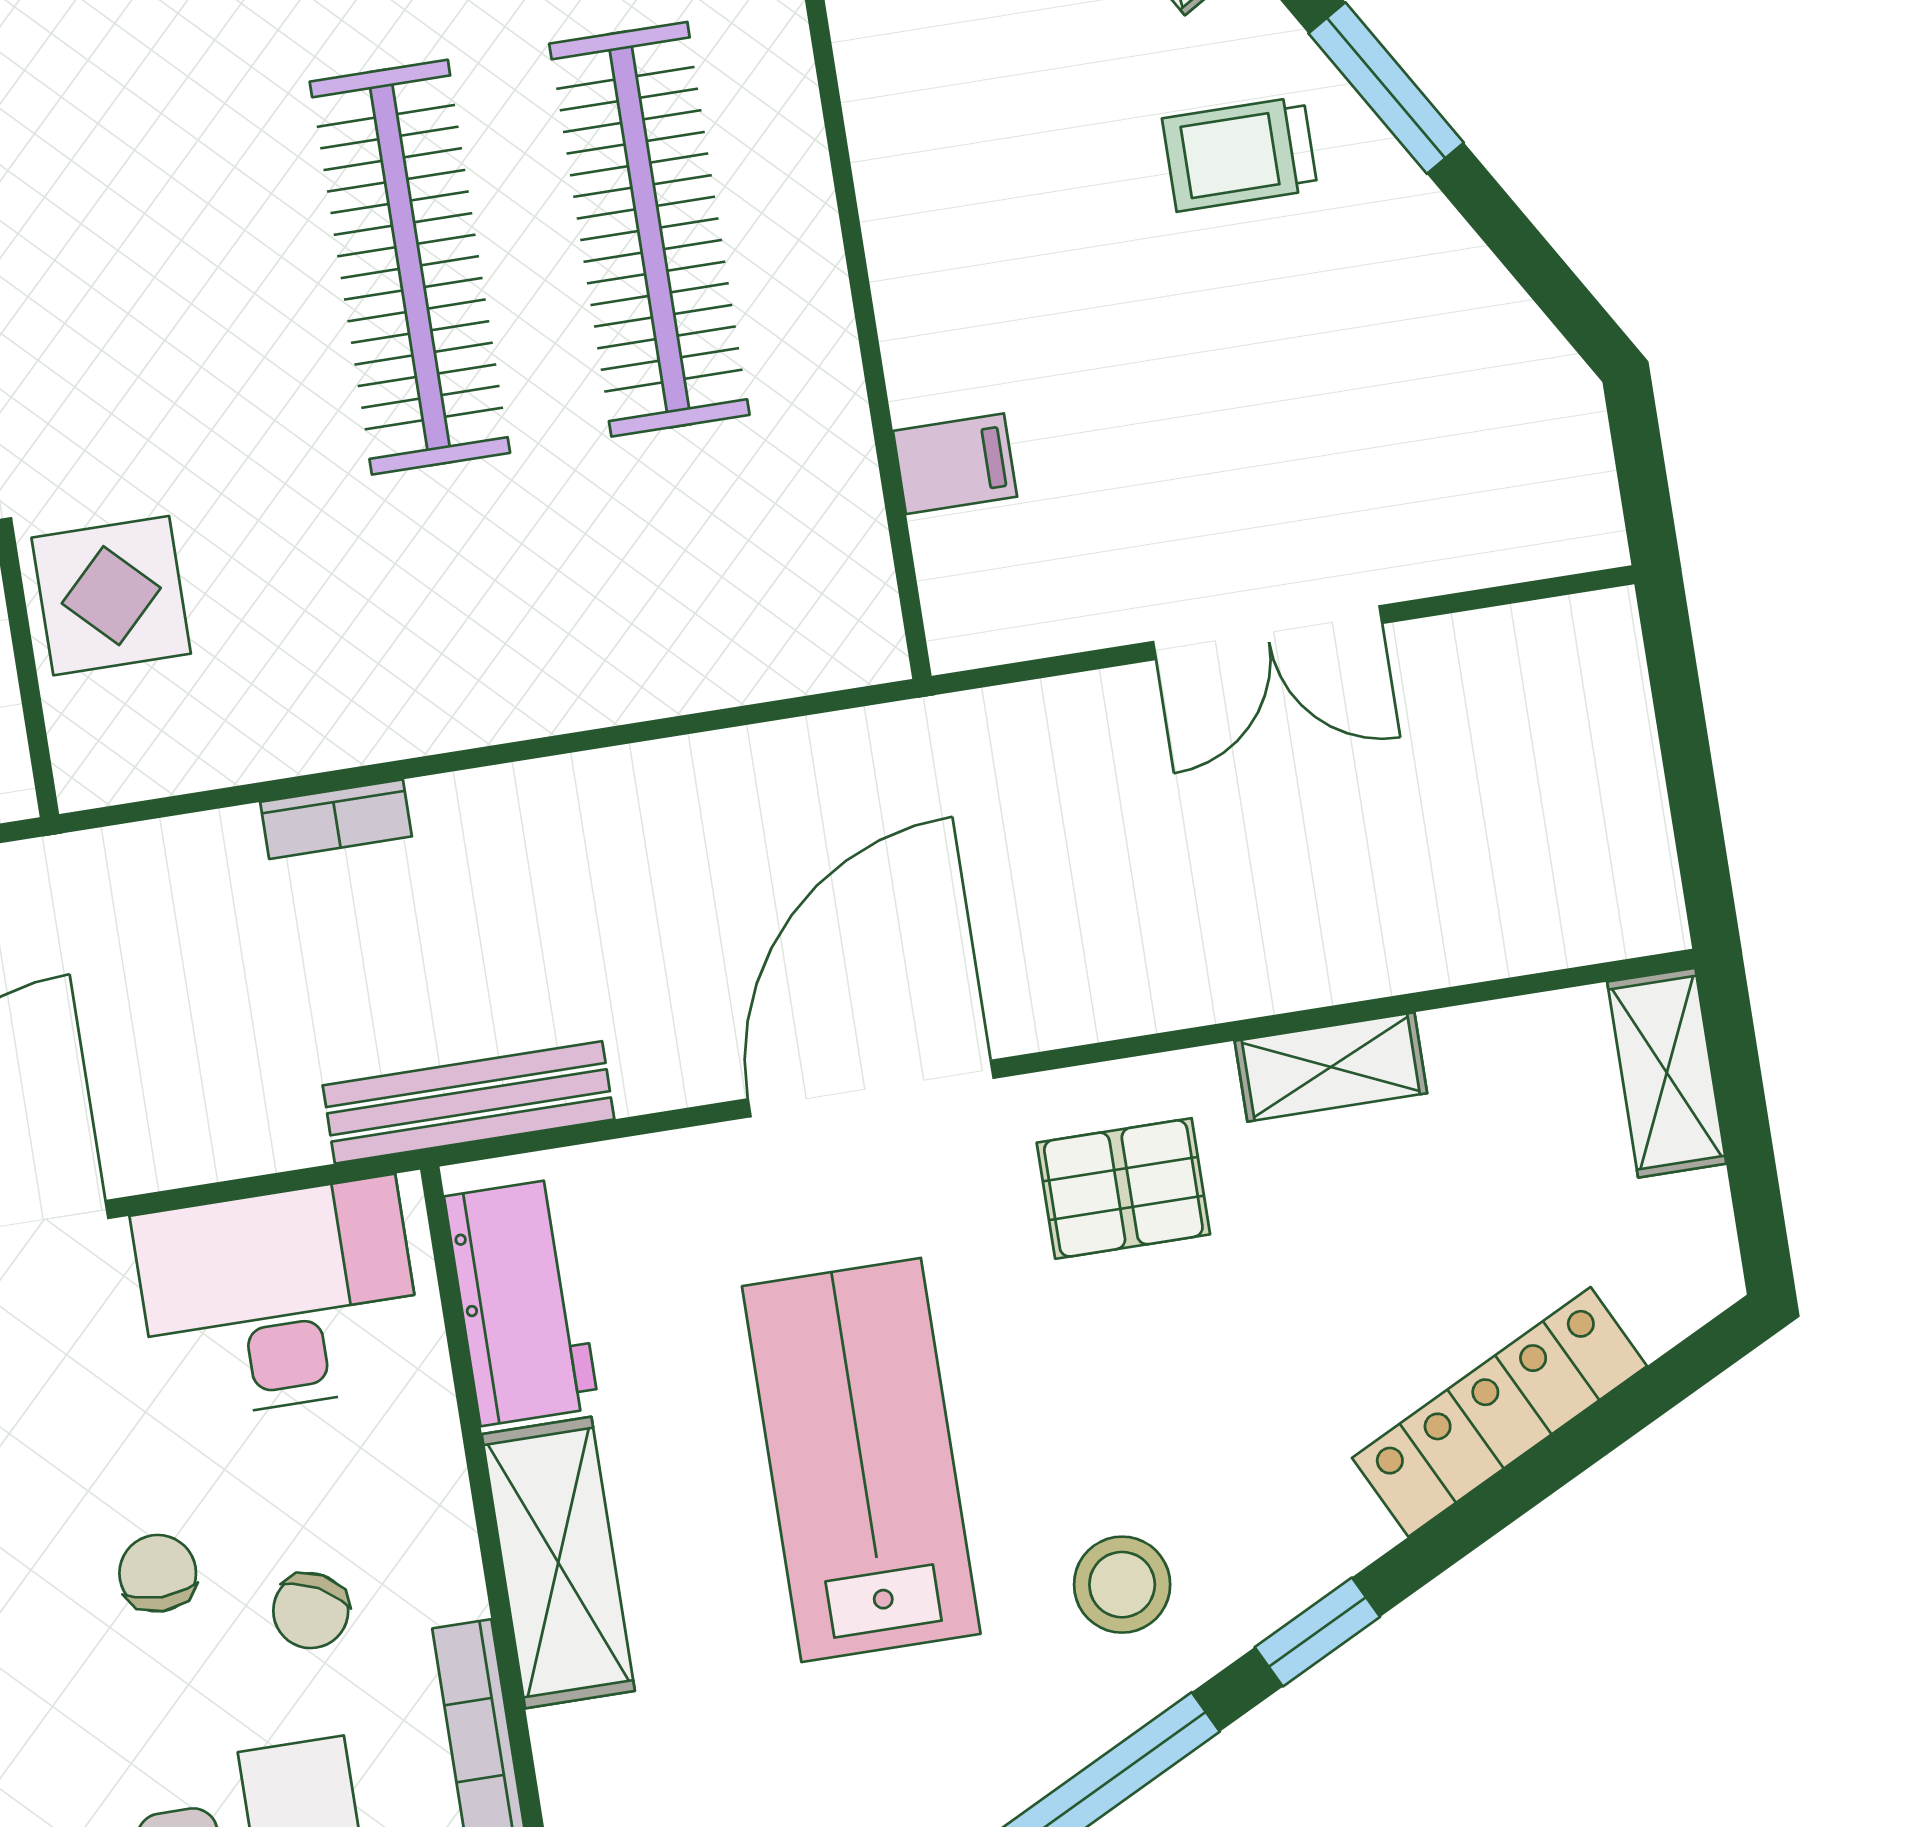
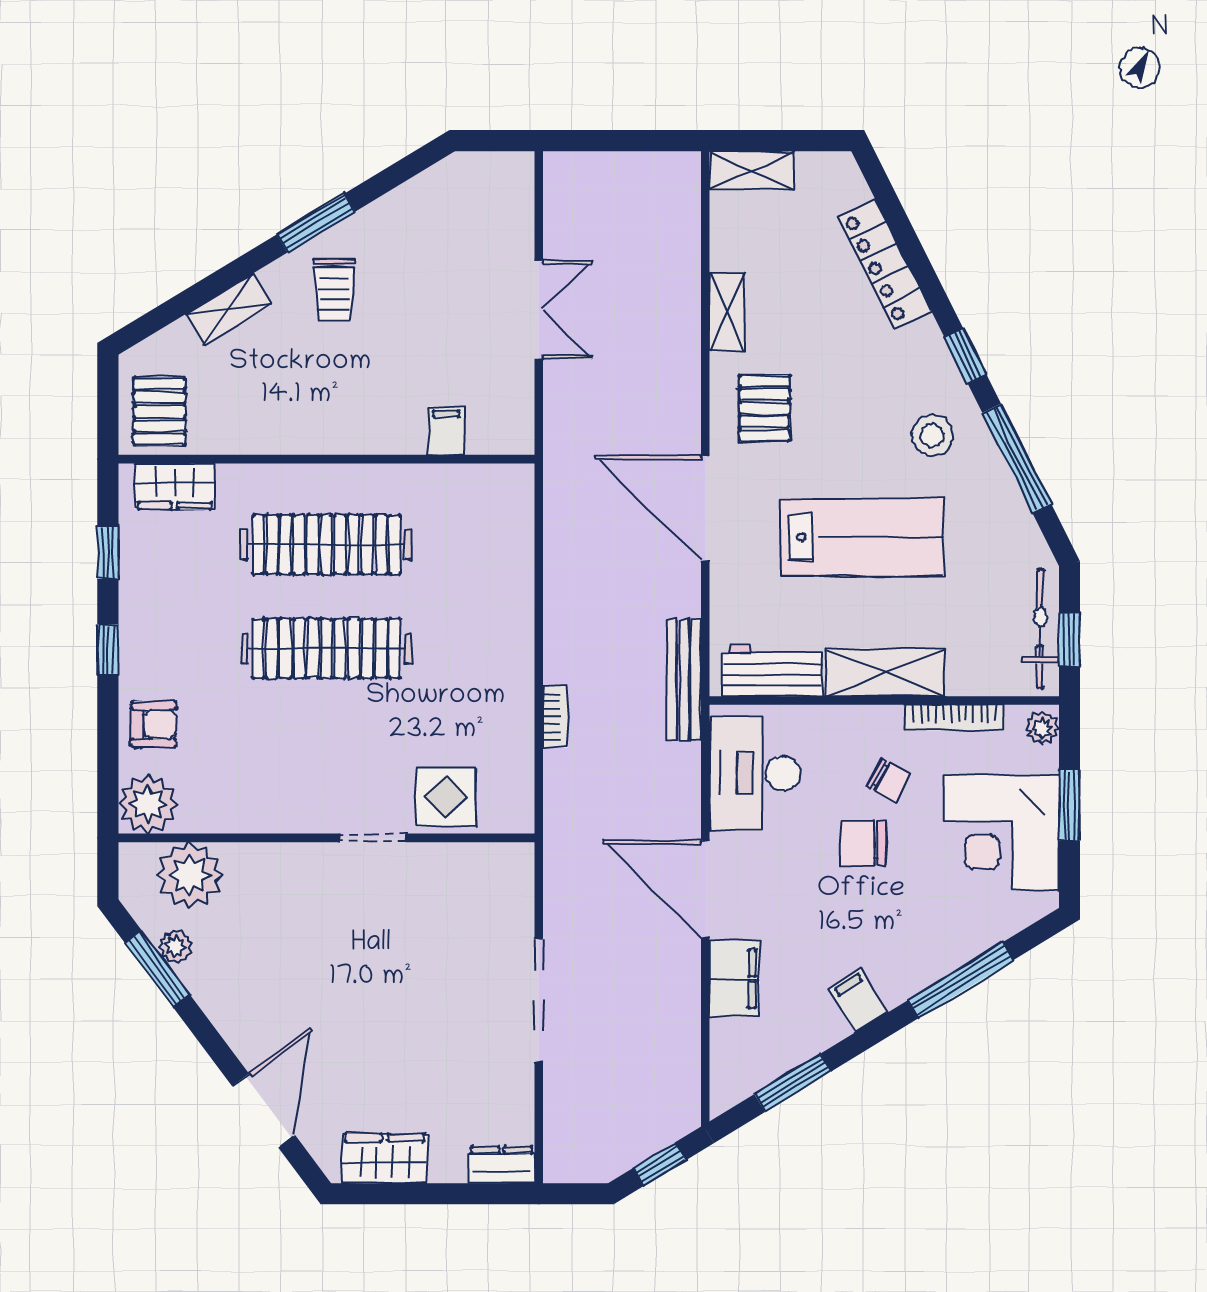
lab bench: (861, 1460) -> (862, 537), turned 180
chair: (158, 1573) -> (863, 843), width x1.37, depth x1.37

